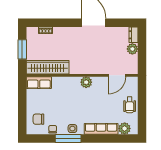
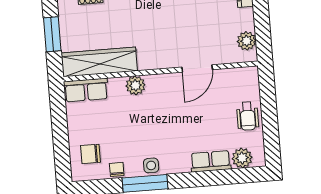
plant: (132, 49) -> (247, 41), moved
door: (117, 75) -> (197, 68), moved
plant: (86, 82) -> (135, 85), moved
row of seats: (101, 129) -> (211, 161), width x0.68

